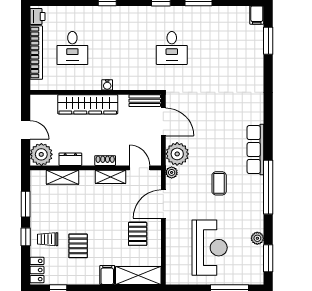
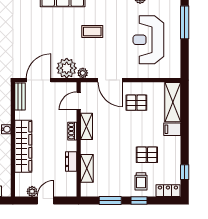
plant: (41, 154) -> (32, 191), moved, width x0.53, depth x0.53
reception desk: (210, 248) -> (148, 40), turned -90

